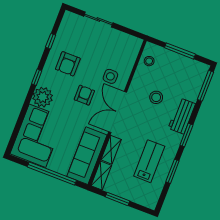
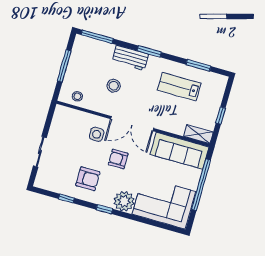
shelving: (111, 150) -> (171, 127), removed
window: (172, 171) -> (198, 65), moved
window: (117, 199) -> (221, 115), width x0.67

